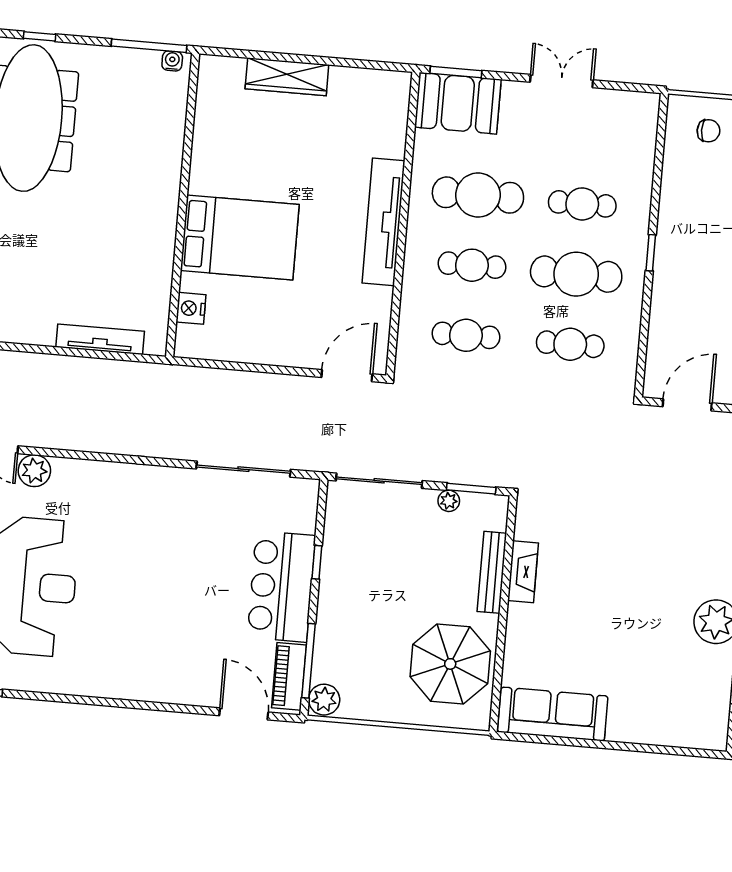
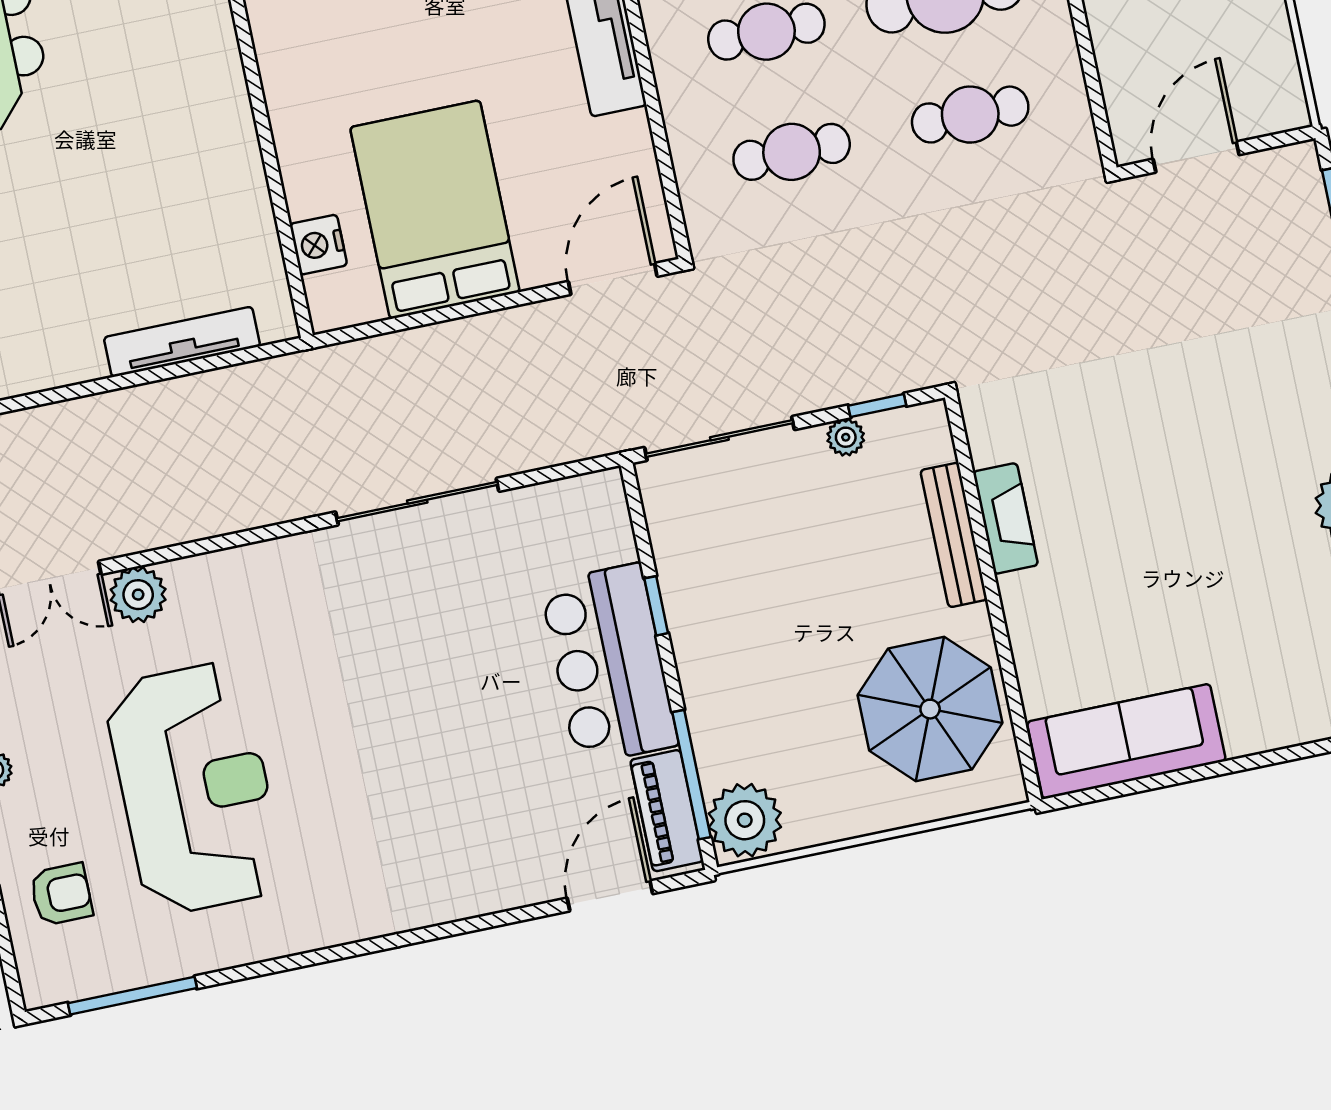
bed: (240, 238) -> (435, 210), moved, turned -90
sliding door: (243, 469) -> (417, 502), moved
window: (471, 489) -> (877, 406), width x0.67
plant: (324, 700) -> (745, 820), width x1.36, depth x1.36
door: (244, 714) -> (610, 896), hinge flipped

